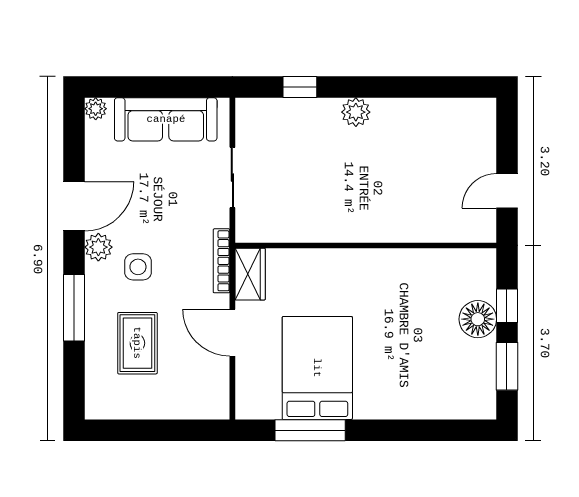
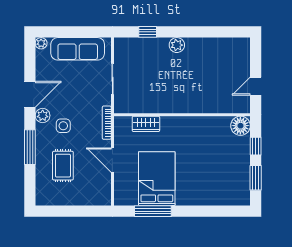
wardrobe: (250, 274) -> (146, 124), moved, turned 90
floor lamp: (478, 319) -> (240, 126), moved

